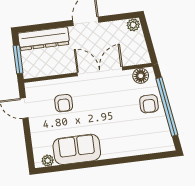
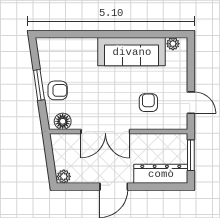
armchair: (149, 104) -> (58, 90), turned 90
window: (167, 107) -> (39, 85), width x0.47
sofa: (77, 149) -> (132, 52), width x1.36

